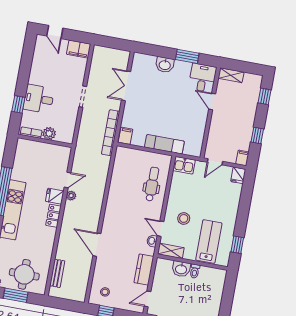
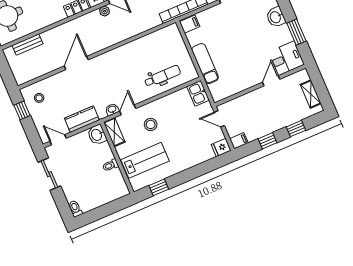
shelving: (231, 75) -> (311, 94), moved
window: (264, 96) -> (296, 129), moved
washbasin: (181, 269) -> (97, 135), moved

